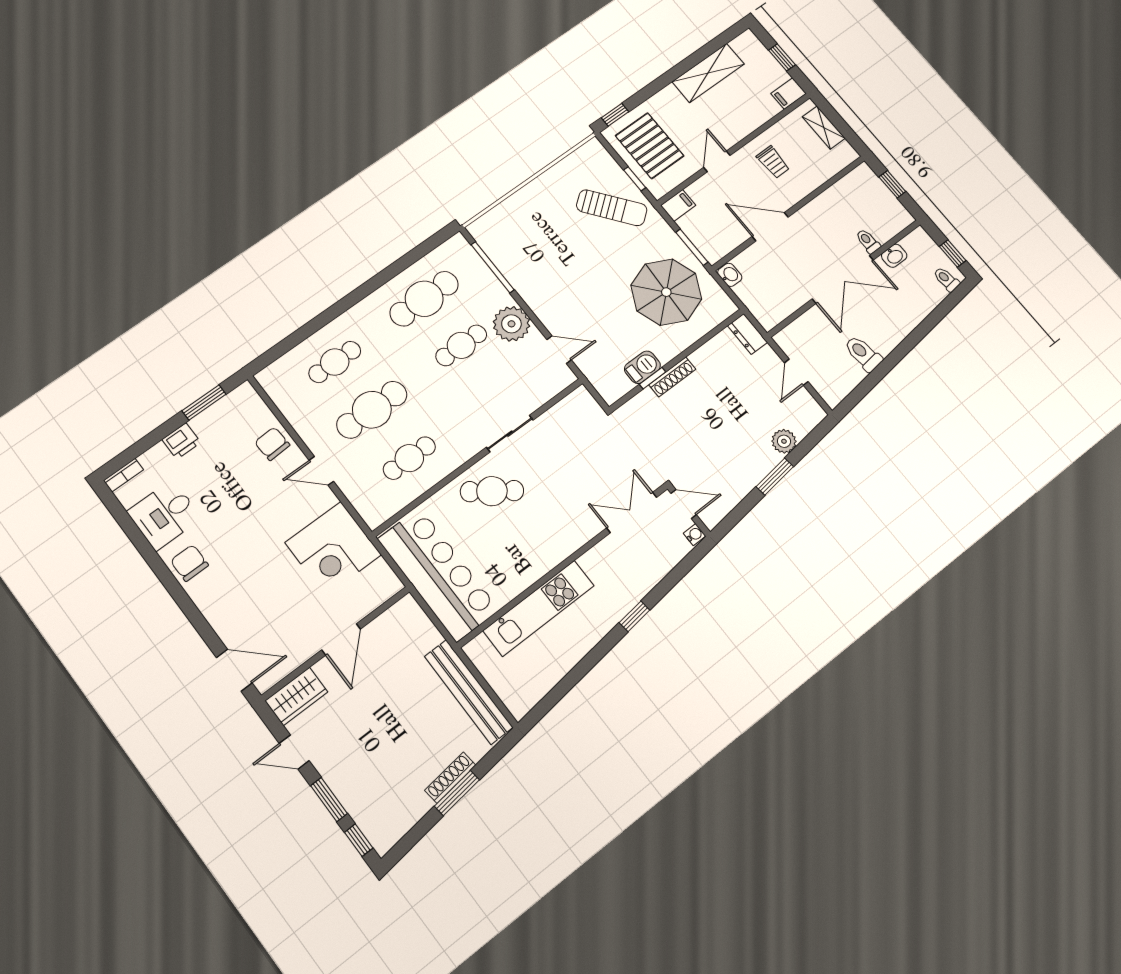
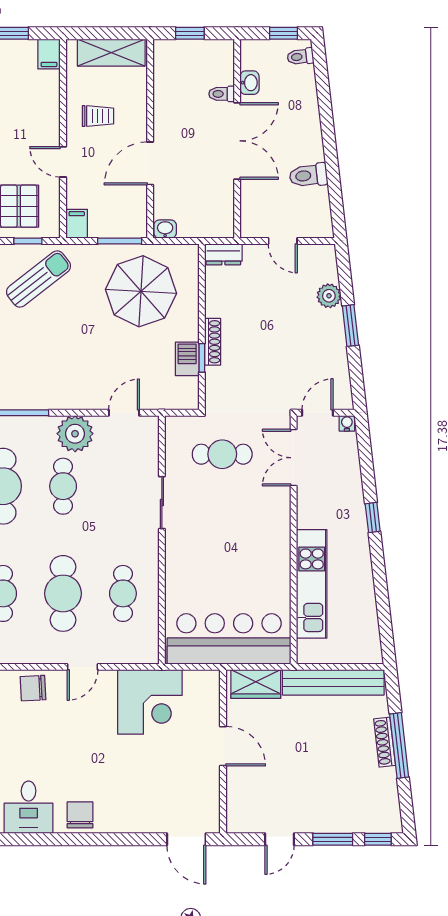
shelving: (824, 128) -> (111, 53), width x1.50, depth x1.33
cafe table: (492, 491) -> (222, 454), moved, turned 54
chair: (189, 563) -> (80, 815), turned 90
door: (234, 670) -> (186, 839), swing flipped
wardrobe: (296, 696) -> (256, 684), moved, turned 90
window: (457, 793) -> (399, 746), width x1.44

